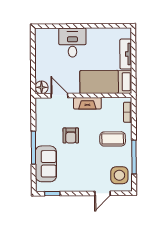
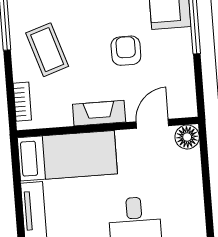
door: (59, 96) -> (152, 124), swing flipped
coffee table: (113, 139) -> (47, 50), turned 72

